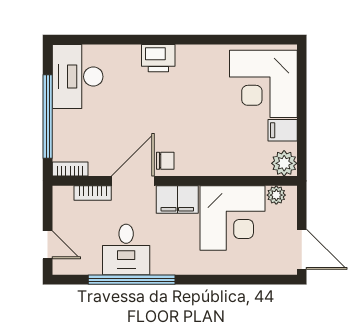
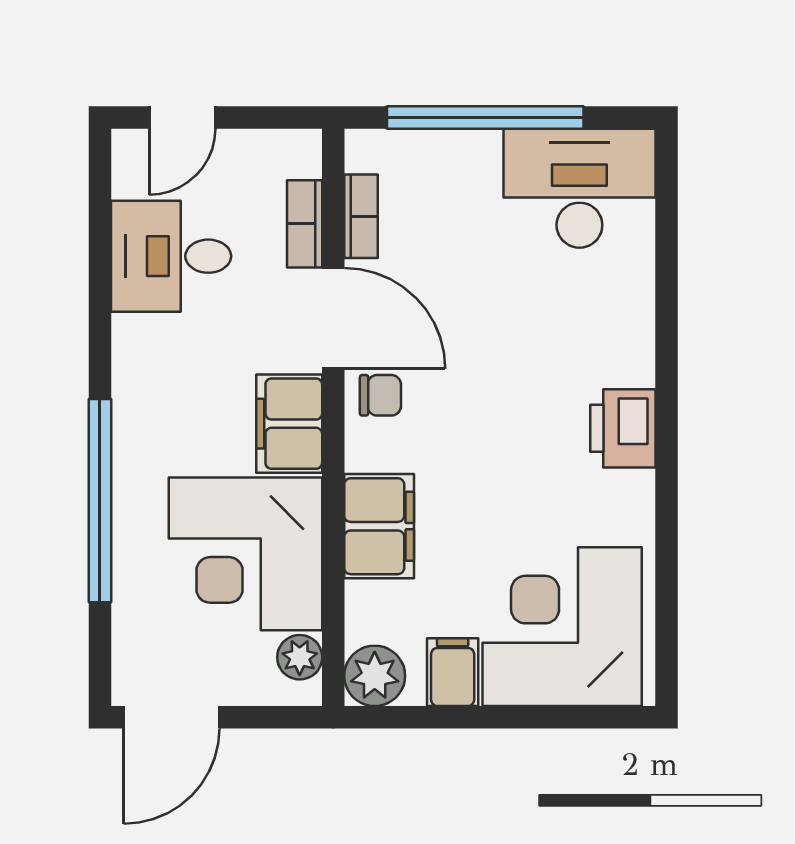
printer: (158, 58) -> (623, 428), moved
chair: (165, 161) -> (380, 395), turned -90
filing cabinet: (221, 161) -> (379, 526), added
bookcase: (70, 169) -> (361, 216), moved
desk: (126, 250) -> (171, 256), moved
window: (132, 280) -> (100, 501), moved

